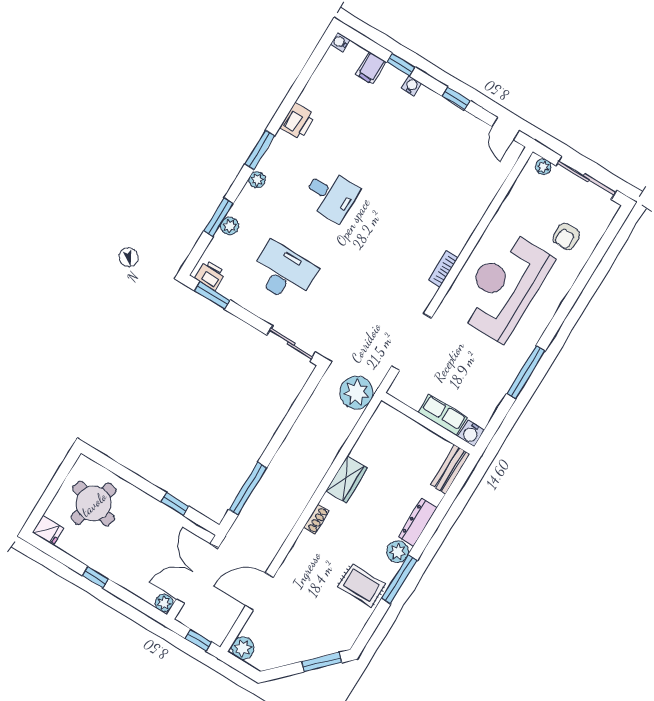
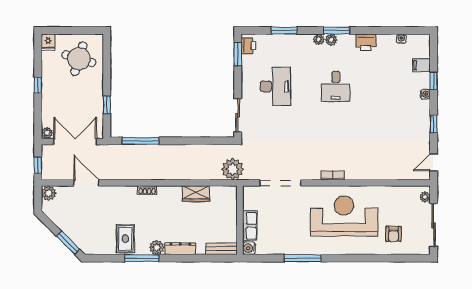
water cooler: (340, 42) -> (401, 39), moved
plant: (230, 226) -> (331, 40), moved
armchair: (566, 236) -> (393, 234), turned -90
wardrobe: (347, 479) -> (196, 194), moved

